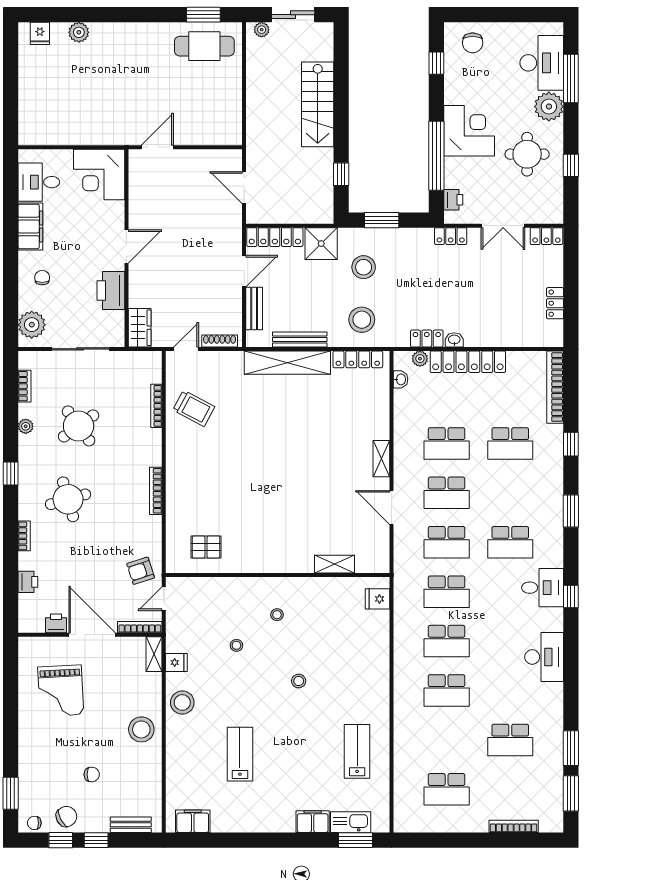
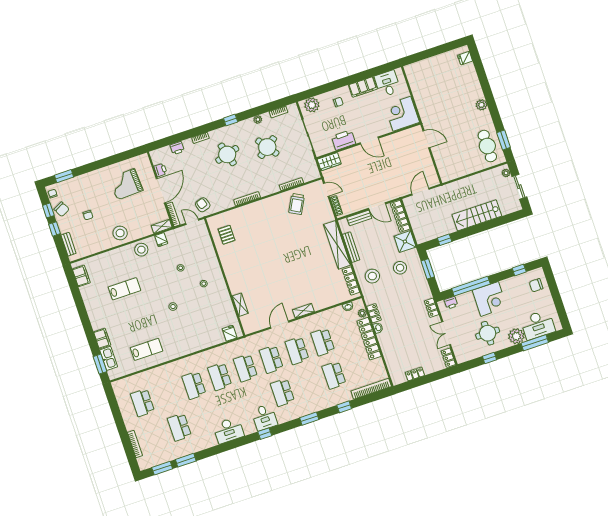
plant: (79, 32) -> (482, 105), moved

